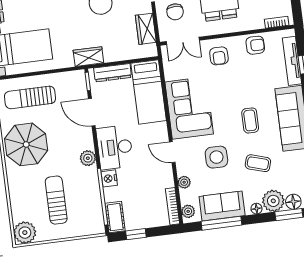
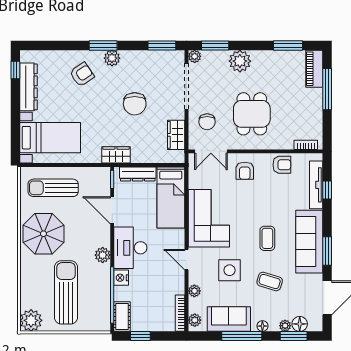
sun lounger: (56, 200) -> (66, 292), width x1.36, depth x1.34
plant: (273, 201) -> (285, 326), width x0.53, depth x0.53
window: (221, 223) -> (242, 336), moved

